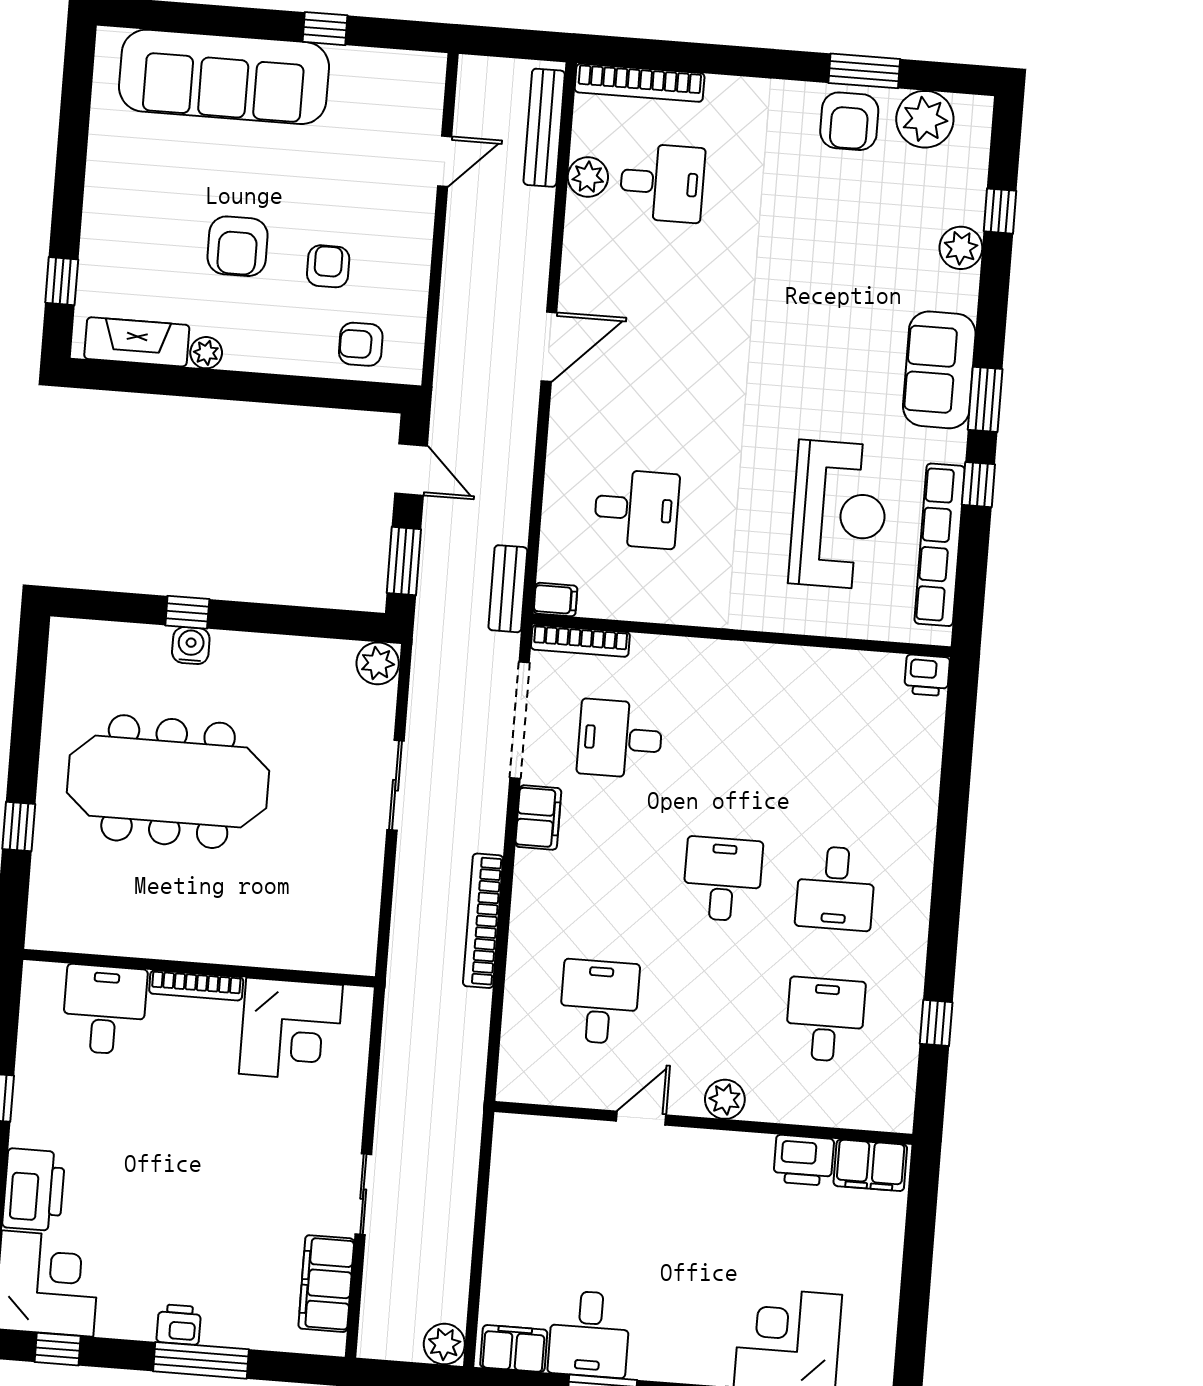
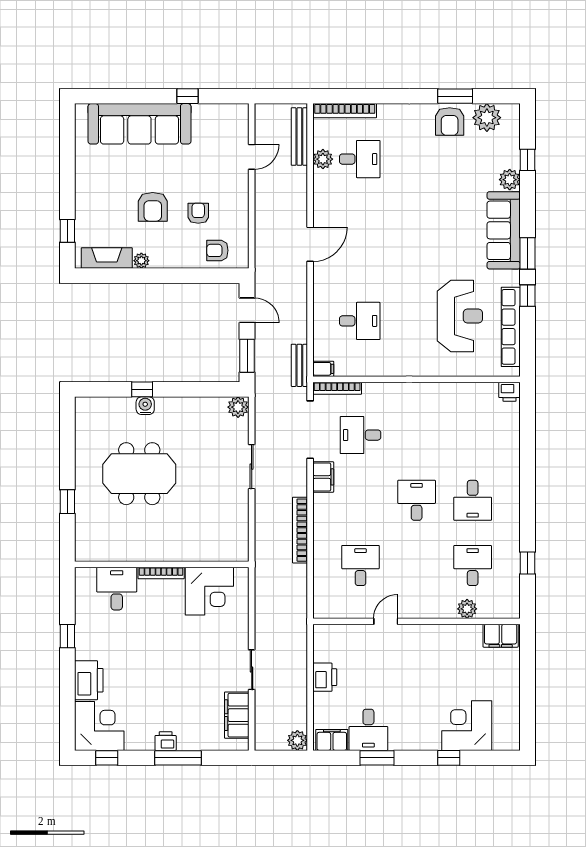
sofa: (939, 370) -> (504, 230), width x1.36
meeting table: (168, 782) -> (139, 474), width x0.73
plant: (725, 1099) -> (467, 609), moved
printer: (804, 1160) -> (325, 677), moved, turned -90

